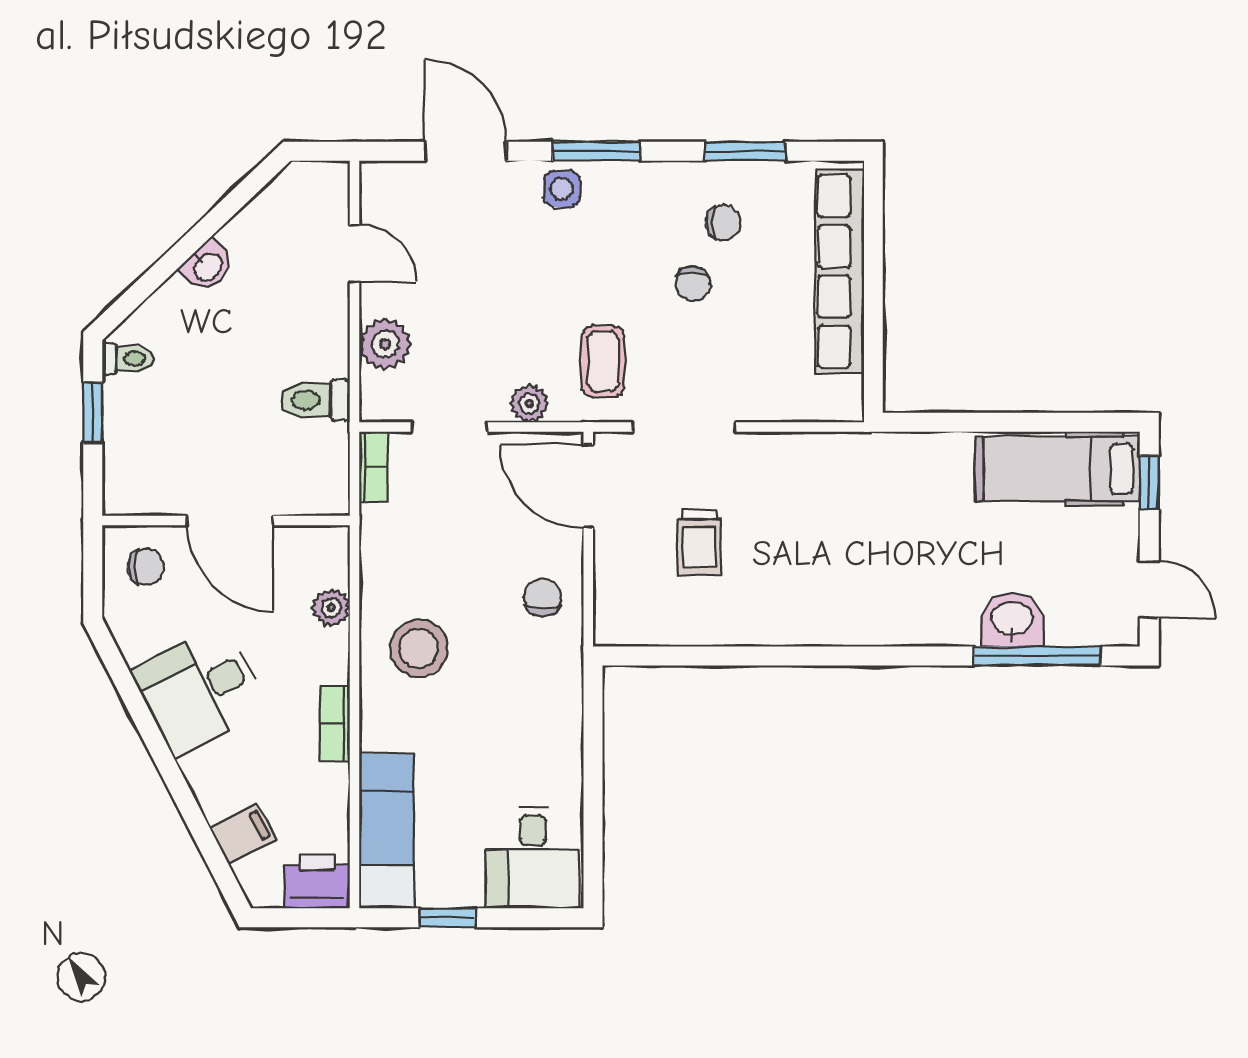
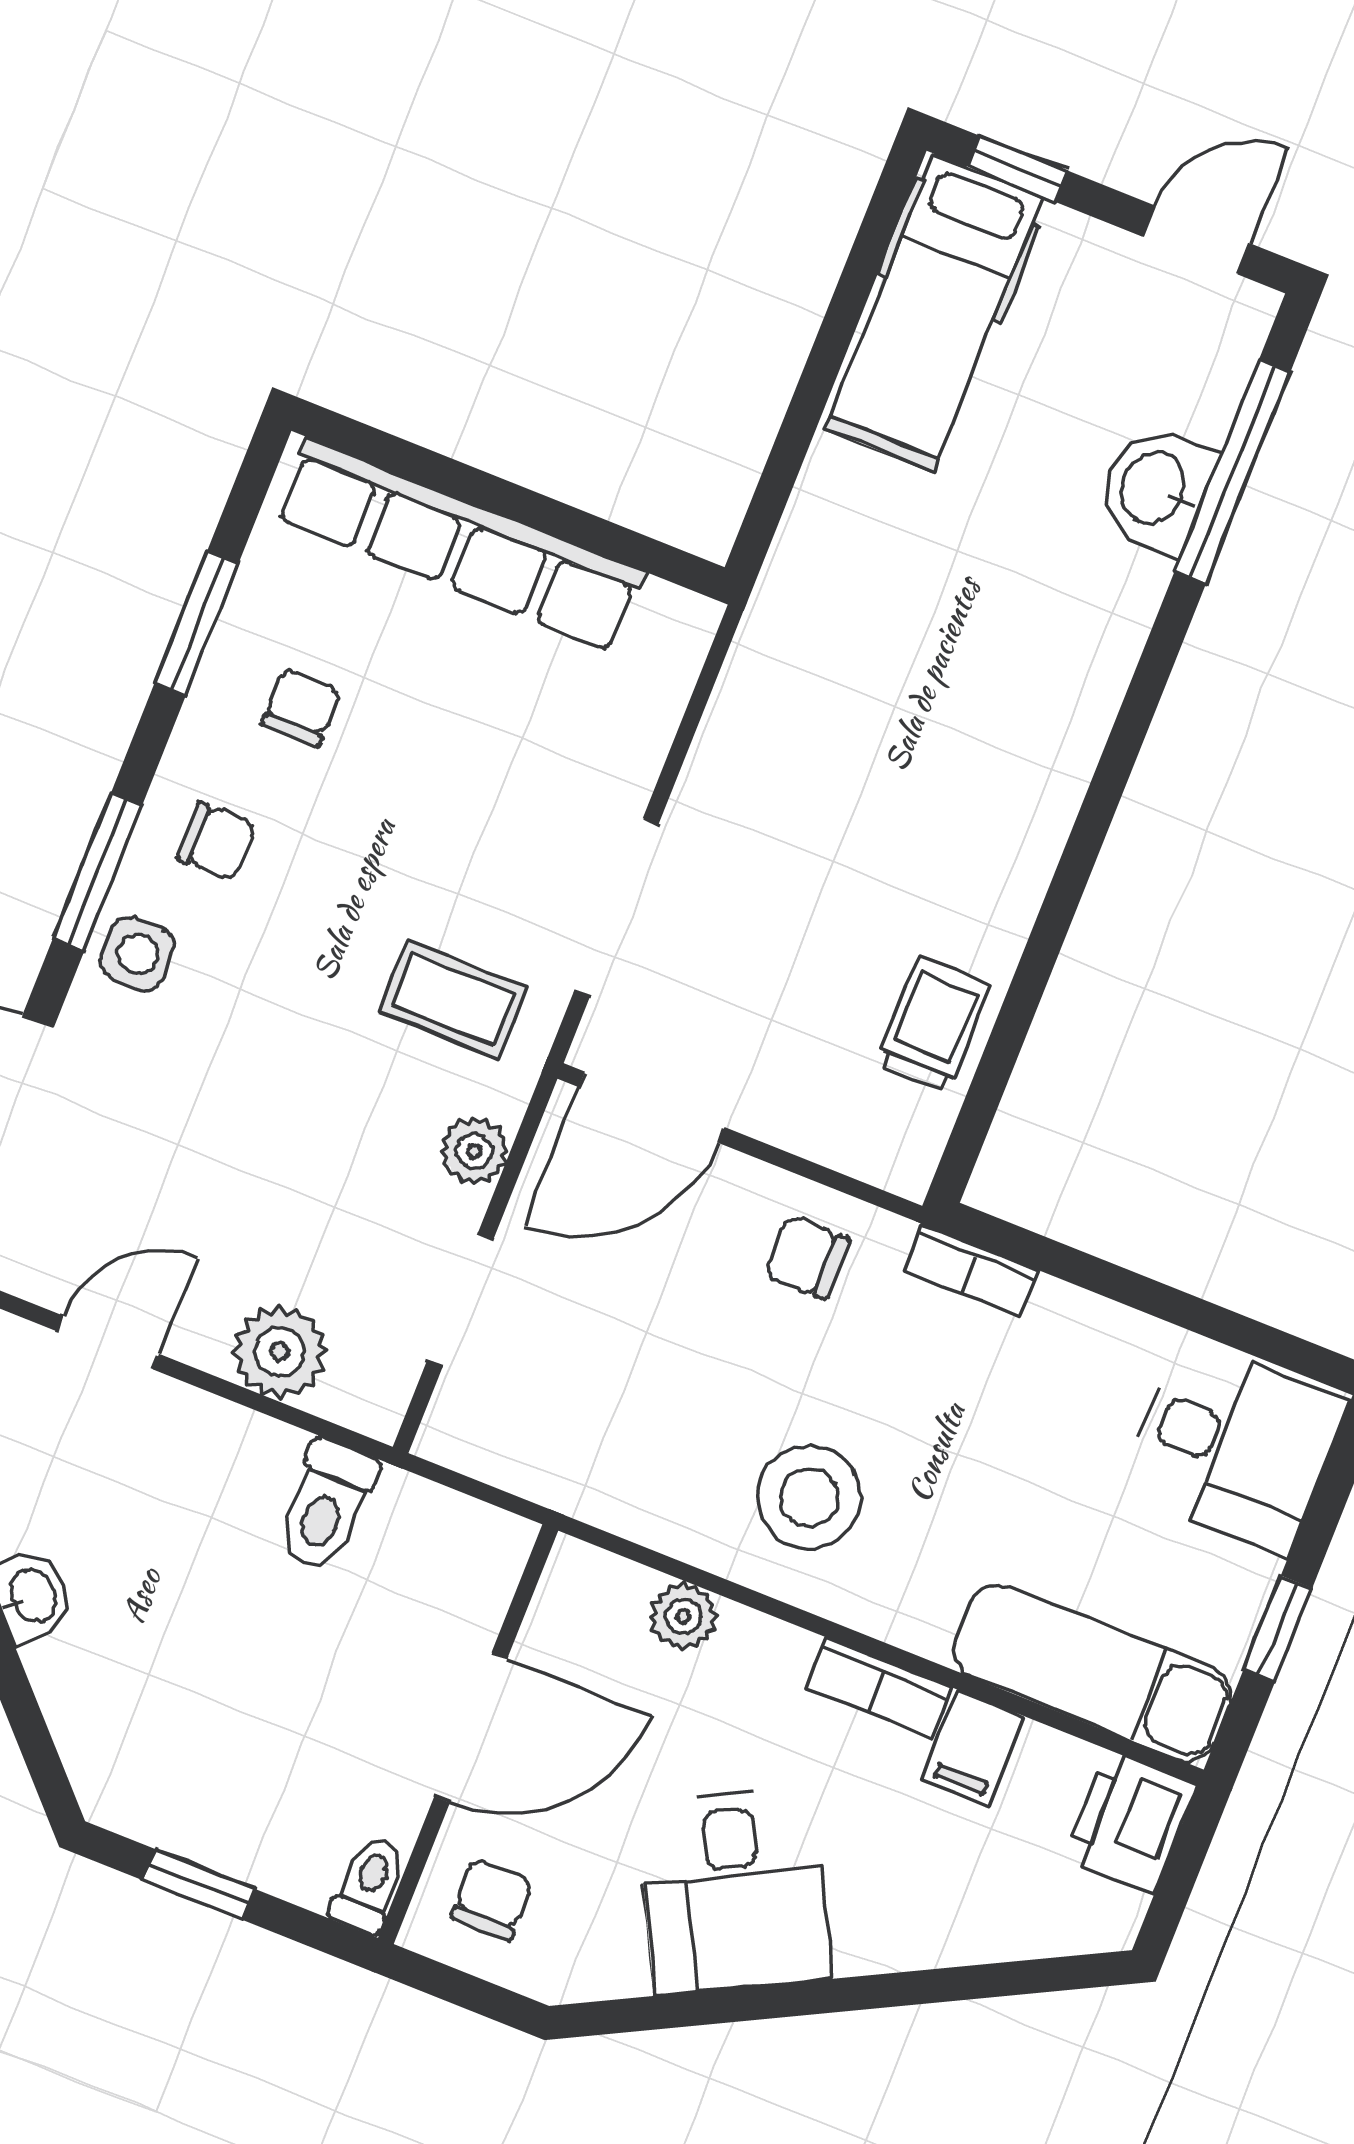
chair: (693, 284) -> (216, 841), moved
toilet: (128, 358) -> (369, 1885), moved
bookcase: (373, 467) -> (971, 1270), moved, turned 180
trolley: (699, 542) -> (933, 1025), moved, turned -90
filing cabinet: (243, 834) -> (973, 1748), moved, turned -153

